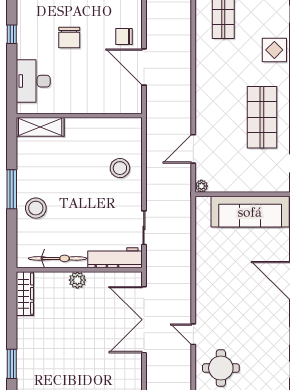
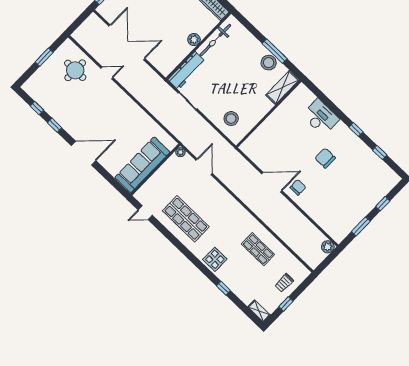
wall: (79, 116) -> (269, 114), moved
shelving: (40, 127) -> (283, 87), moved
stool: (36, 208) -> (269, 63), moved
double door: (144, 320) -> (127, 42), moved

